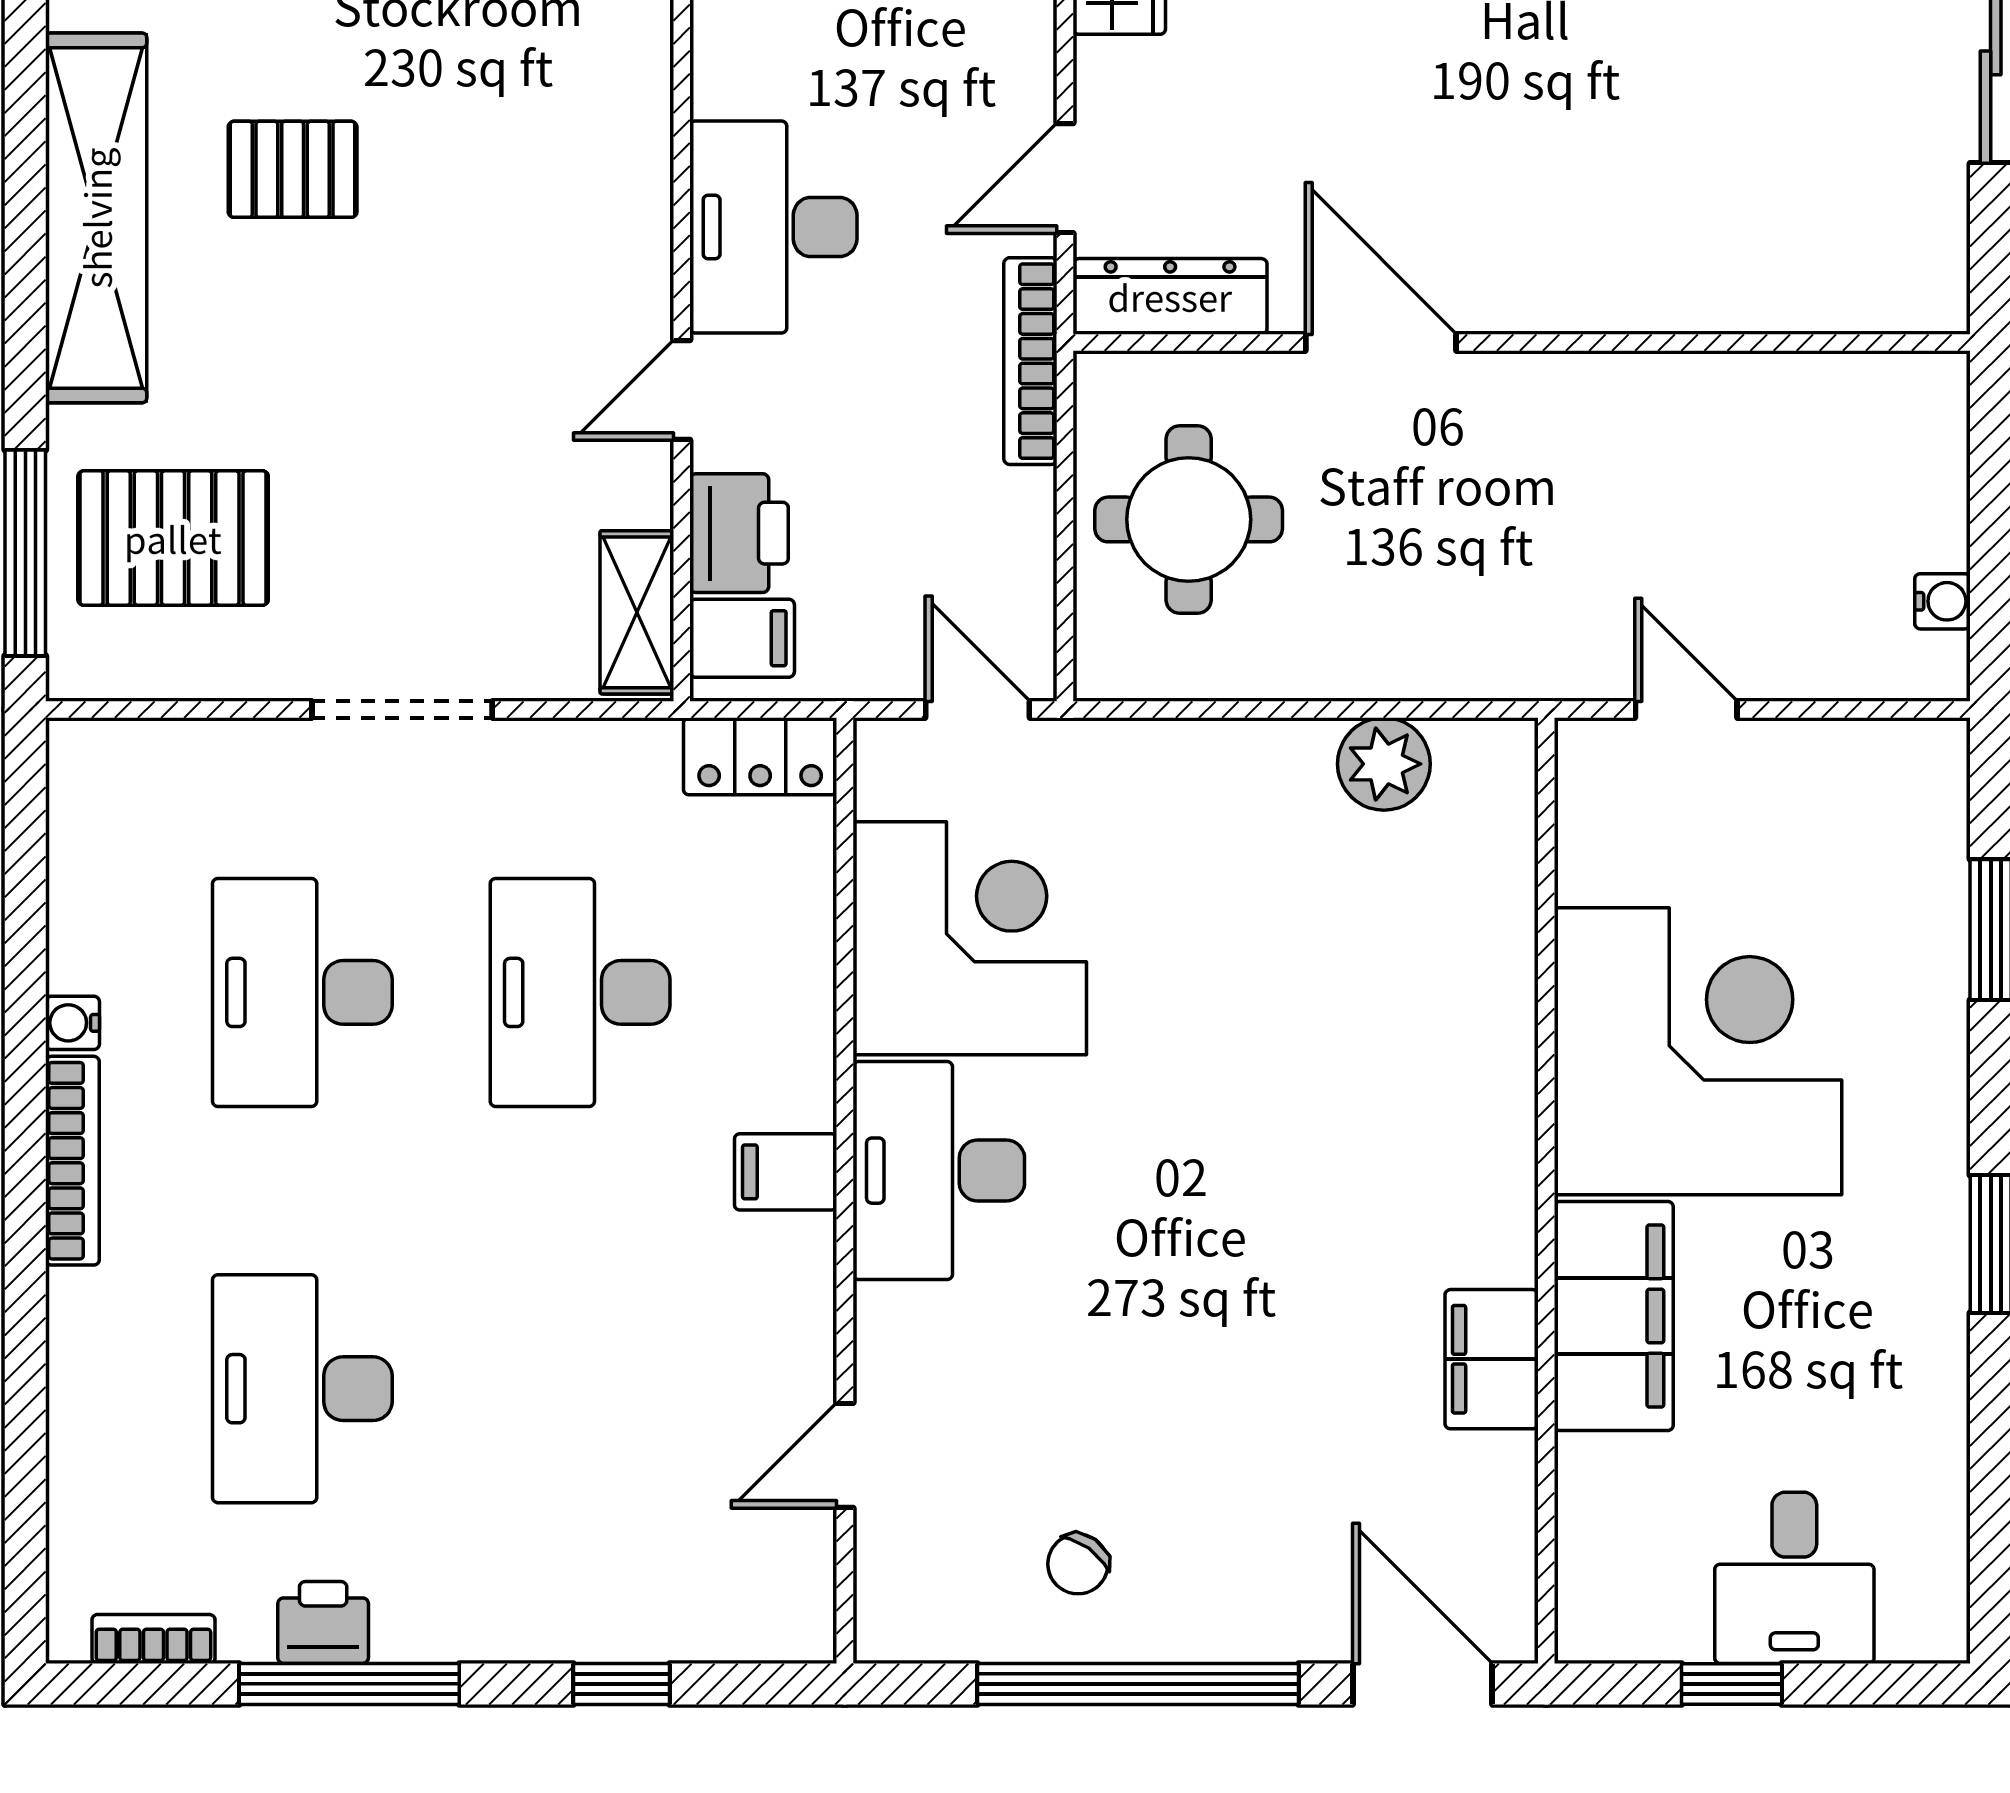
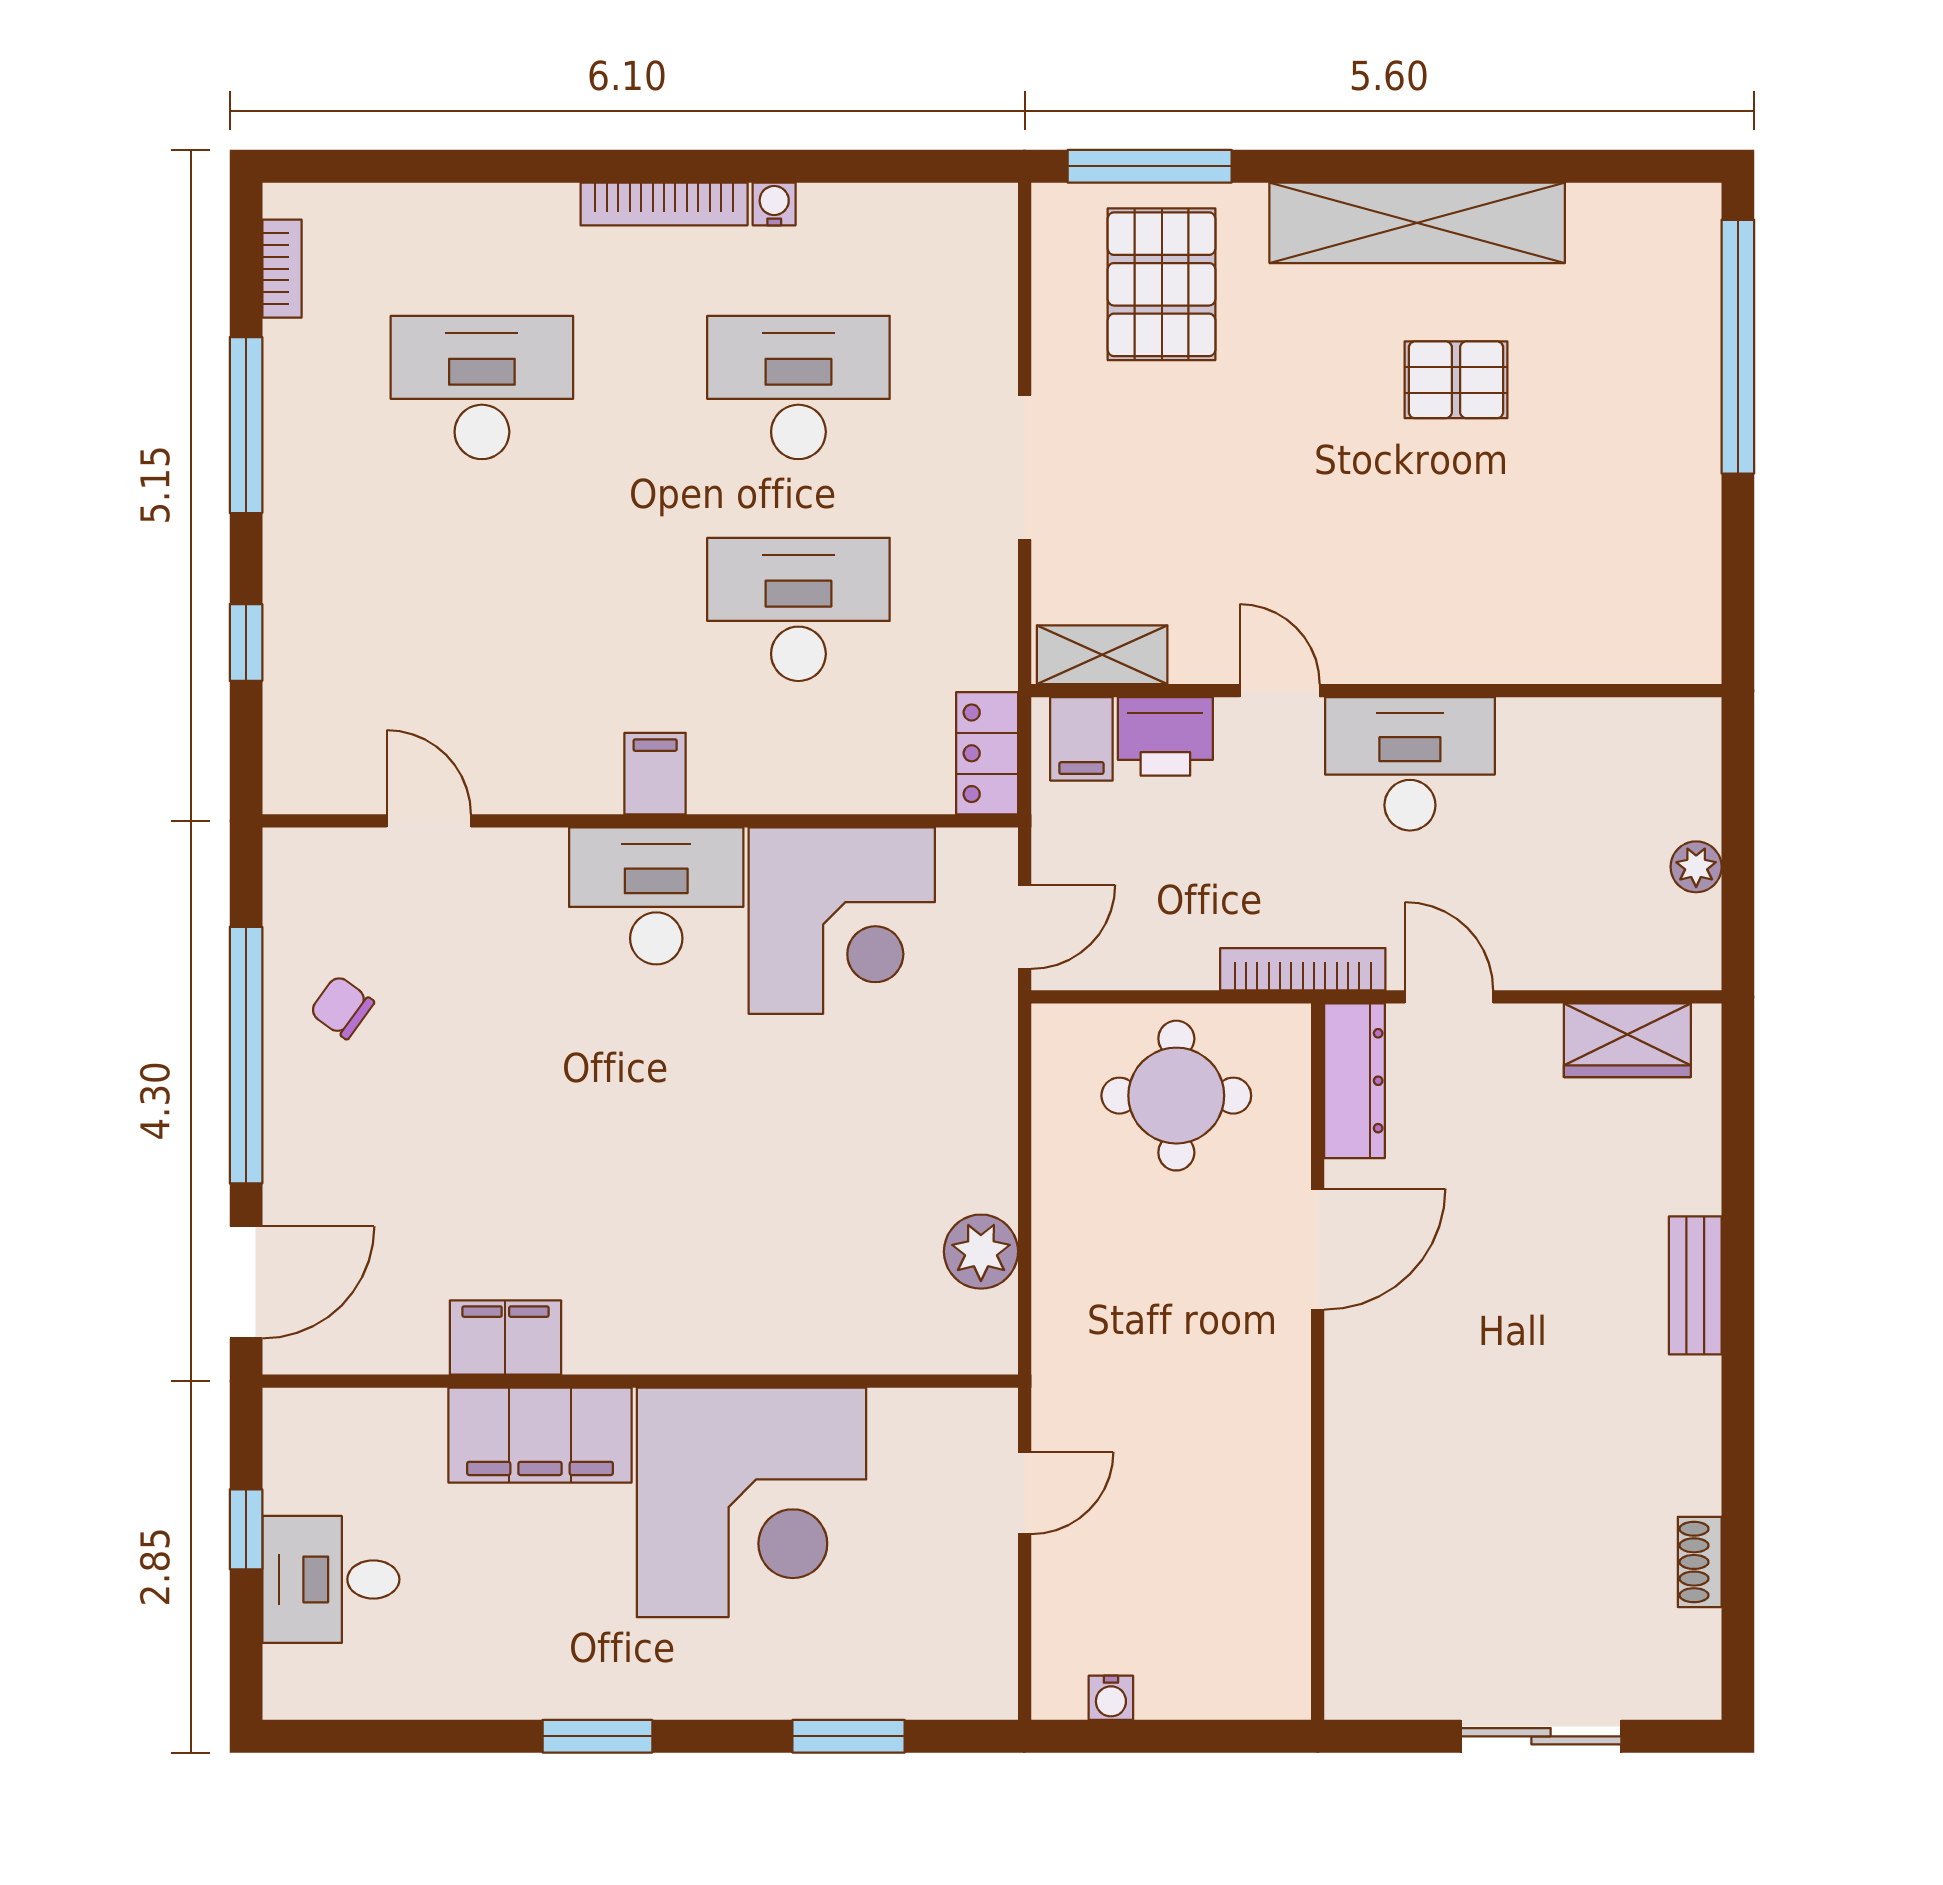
pallet: (293, 169) -> (1456, 380), turned 90
printer: (323, 1622) -> (295, 404), removed

